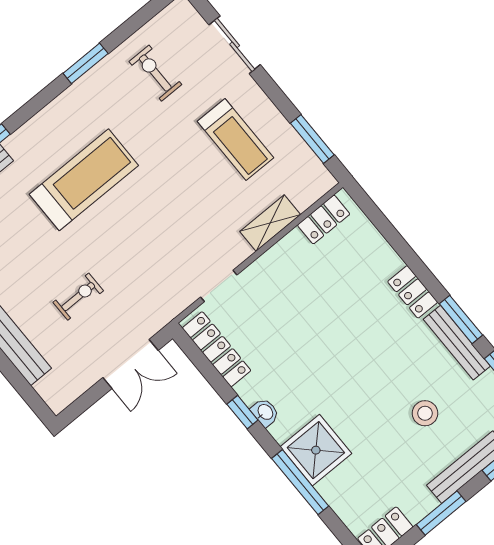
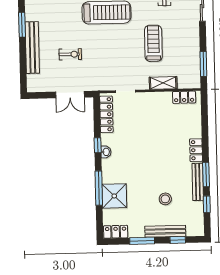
treadmill: (235, 140) -> (153, 43), moved, turned 180
shower: (316, 450) -> (114, 196), moved

